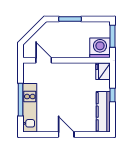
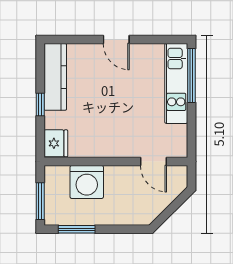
window: (70, 19) -> (77, 229), moved
washing machine: (100, 48) -> (87, 182), moved
window: (21, 100) -> (191, 75), moved

